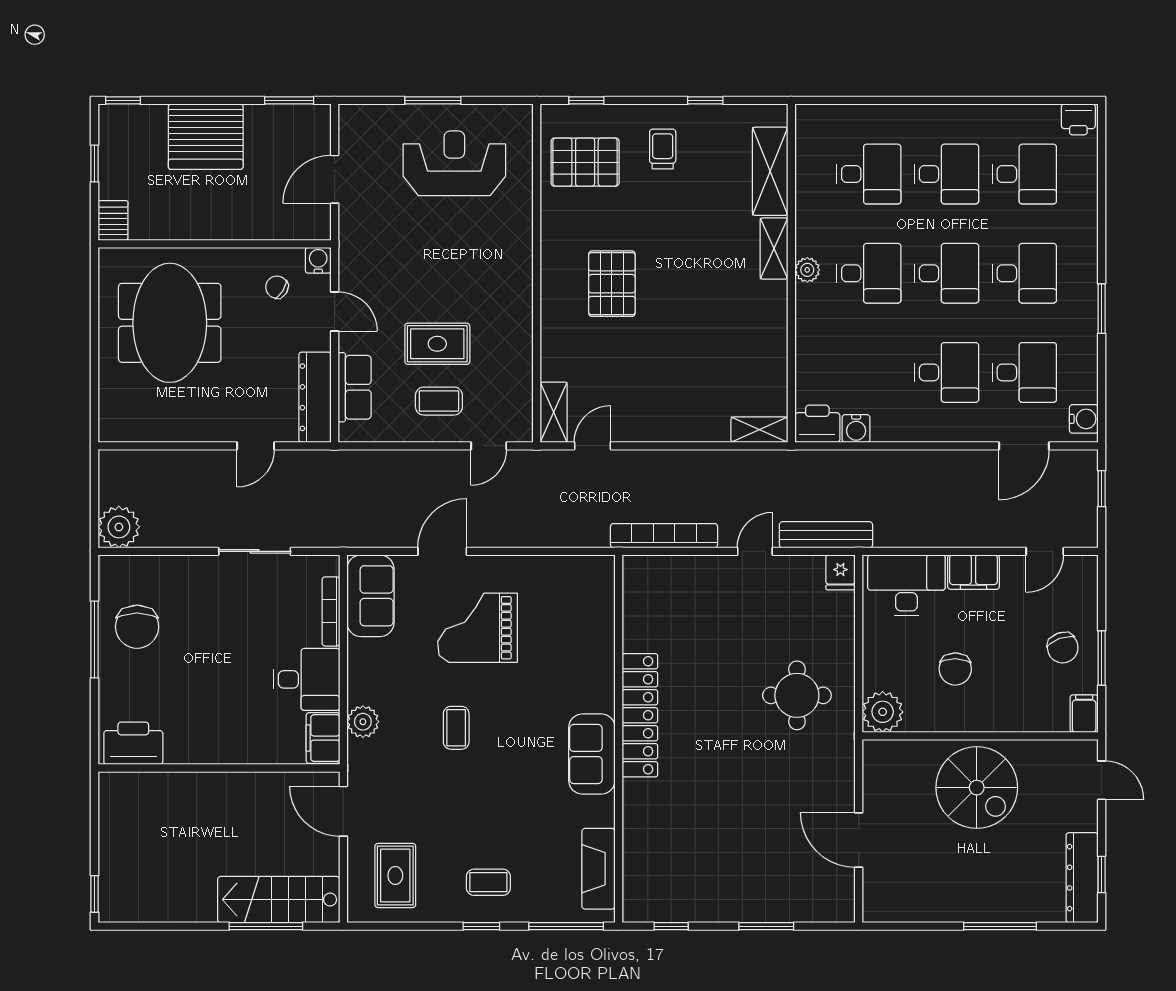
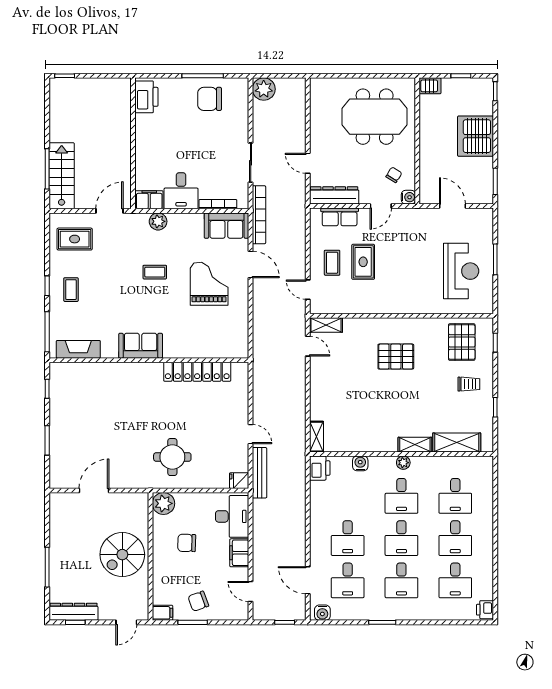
water cooler: (856, 429) -> (360, 463), moved, turned 90
bookcase: (664, 536) -> (259, 215), moved
locker: (640, 715) -> (197, 372), moved

